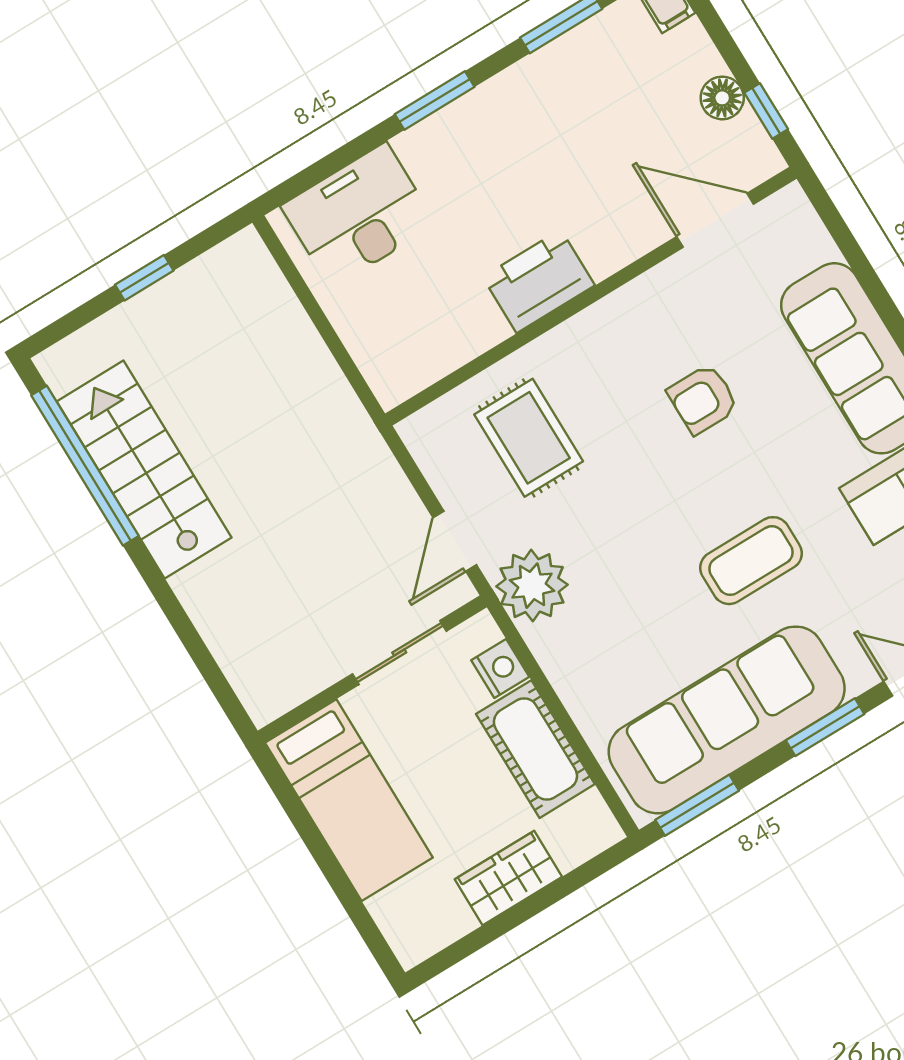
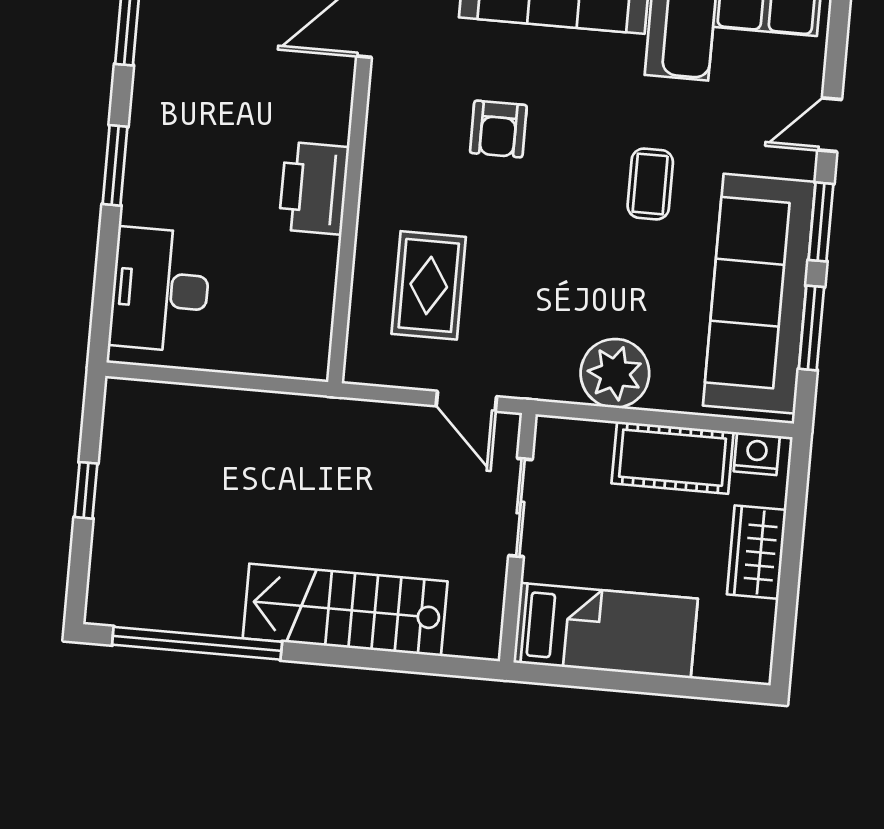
rug: (529, 438) -> (429, 285), turned 90
stairs: (144, 469) -> (345, 610), moved
coffee table: (751, 561) -> (650, 184), width x0.73, depth x0.77
plant: (532, 586) -> (615, 373), moved
nightstand: (500, 668) -> (757, 454), moved
window: (697, 805) -> (811, 328), moved

